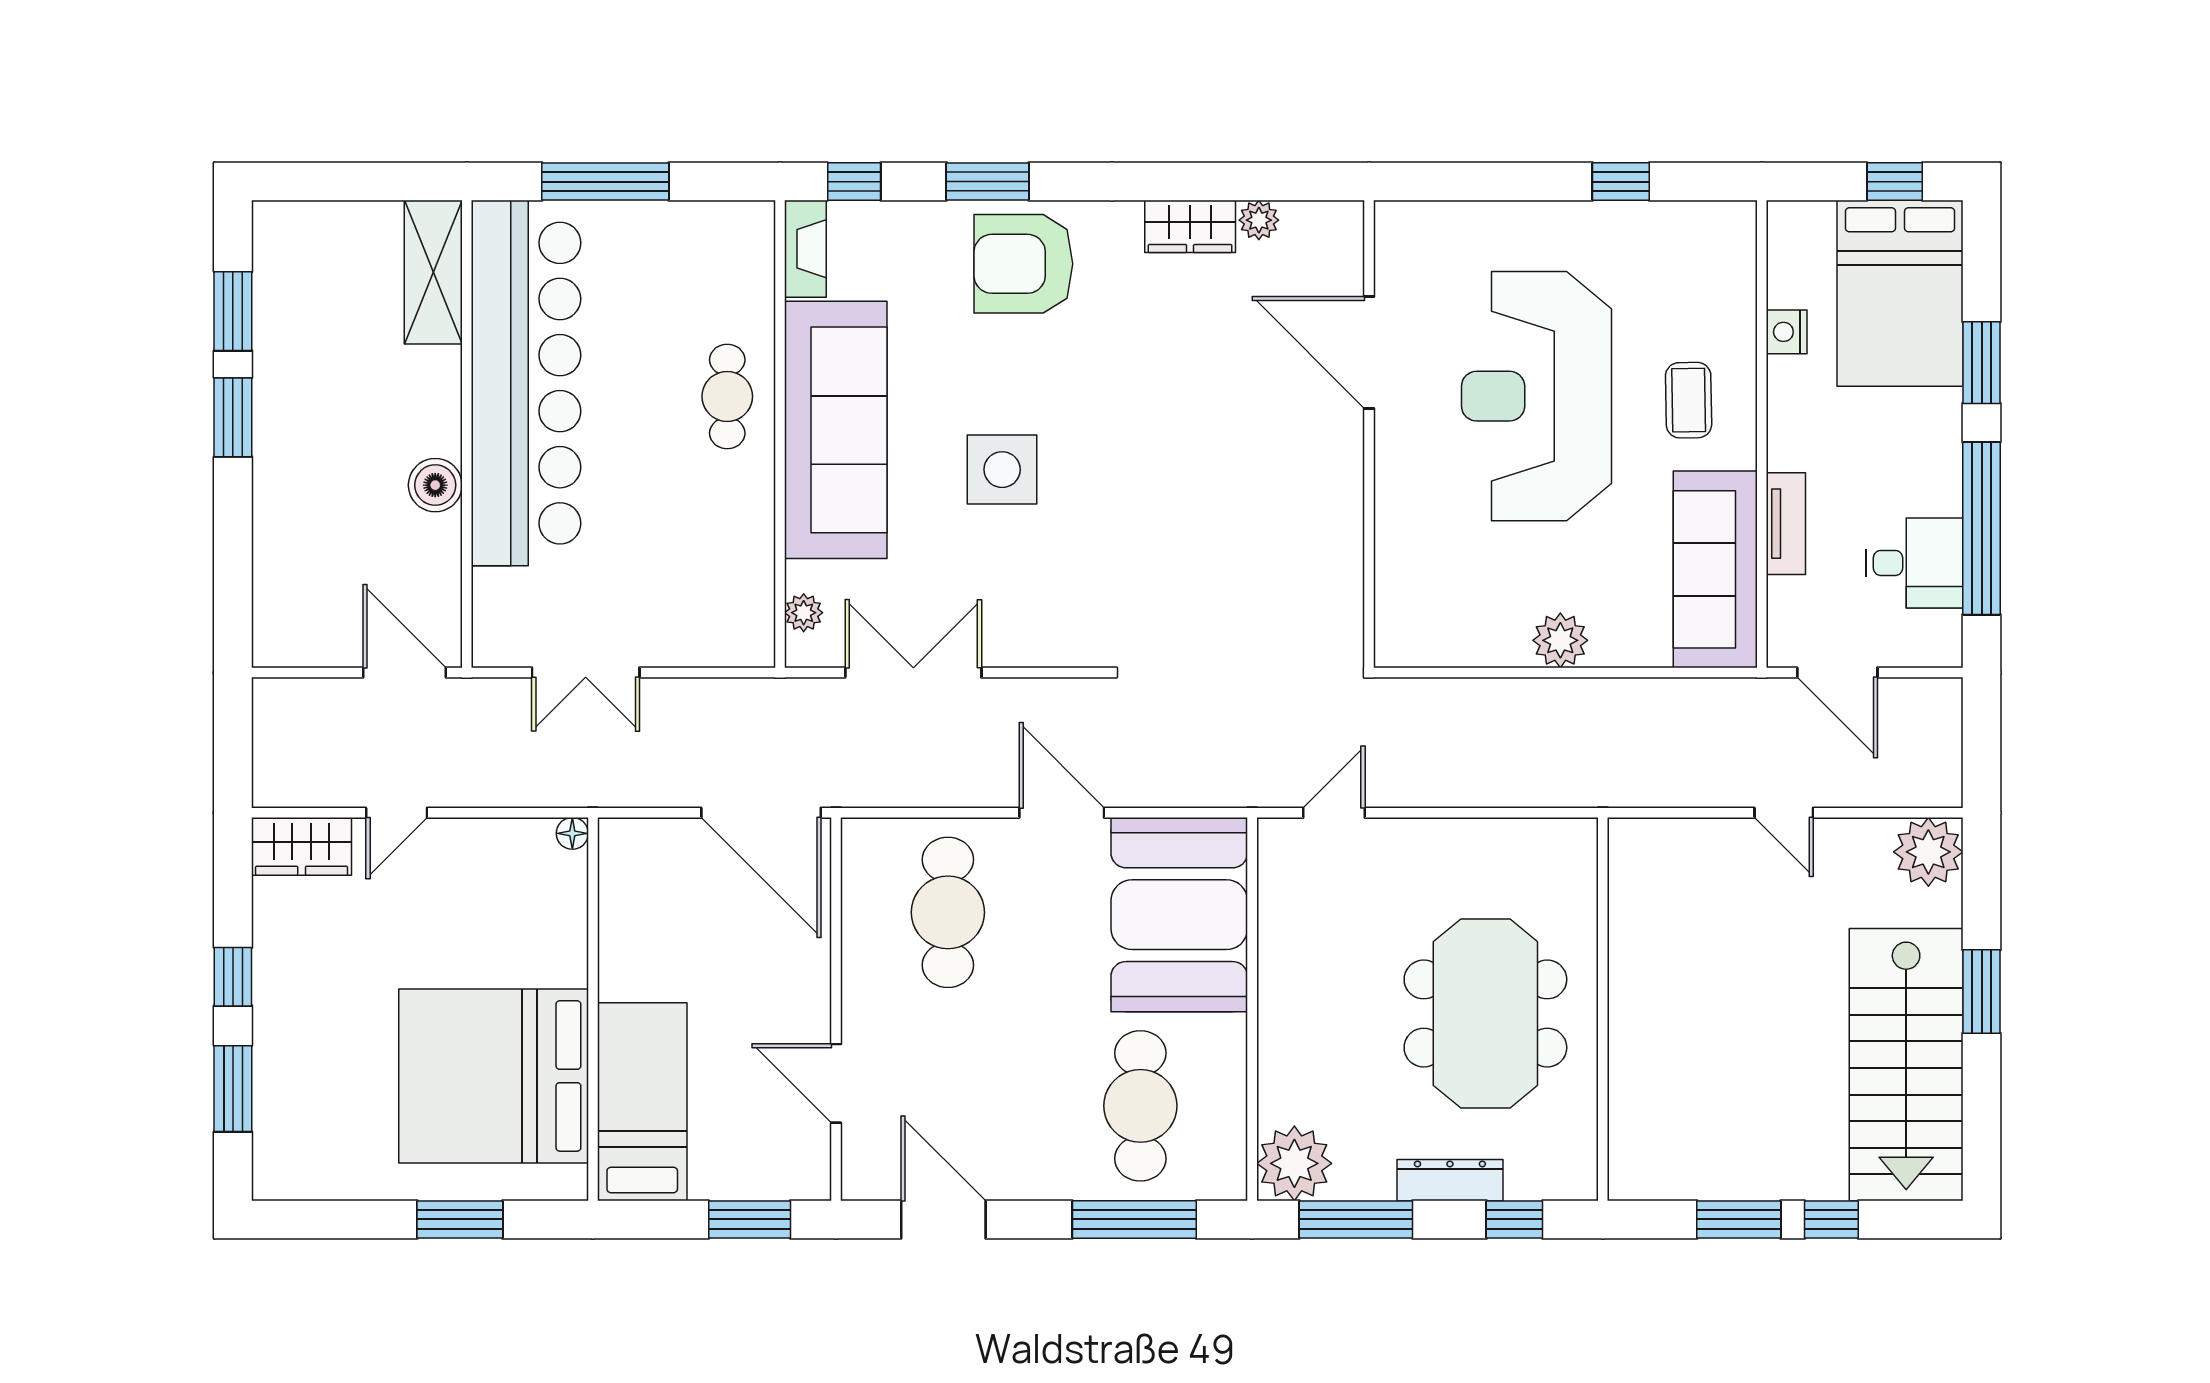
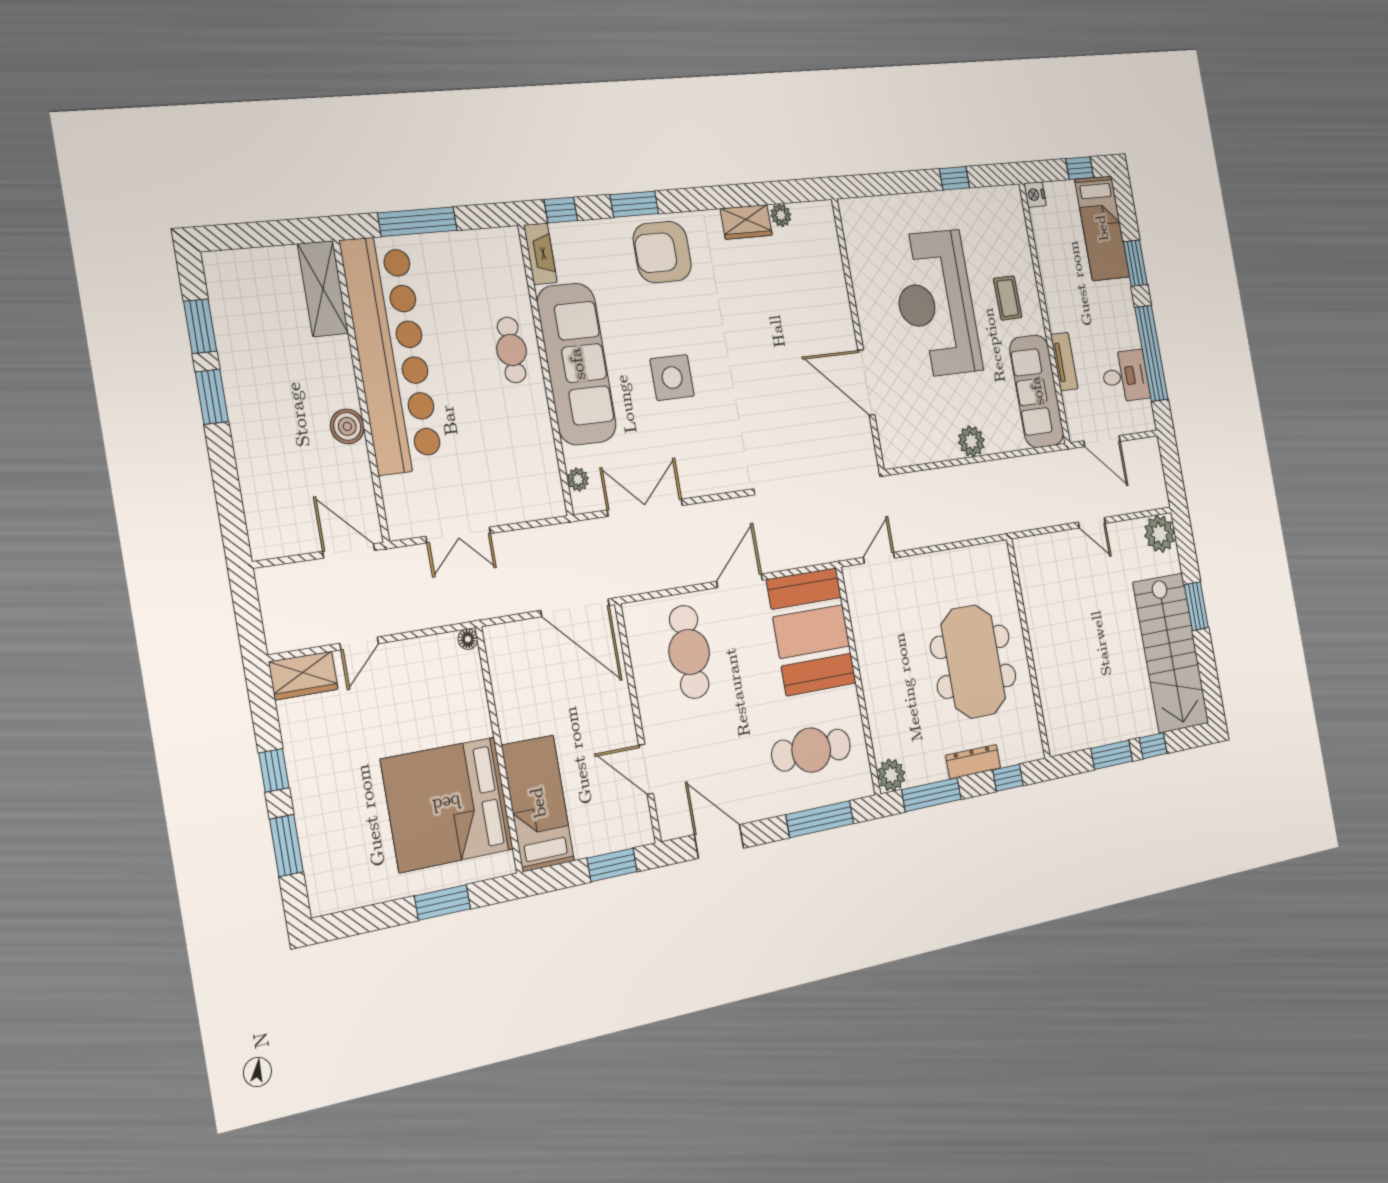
bed: (1900, 293) -> (1102, 228), width x0.67
nightstand: (1787, 332) -> (1035, 195), moved
door: (1369, 352) -> (866, 383), moved
door: (1062, 813) -> (740, 581), hinge flipped
cafe table: (1140, 1106) -> (811, 750), turned 90
plant: (1294, 1163) -> (891, 775), width x0.73, depth x0.73

